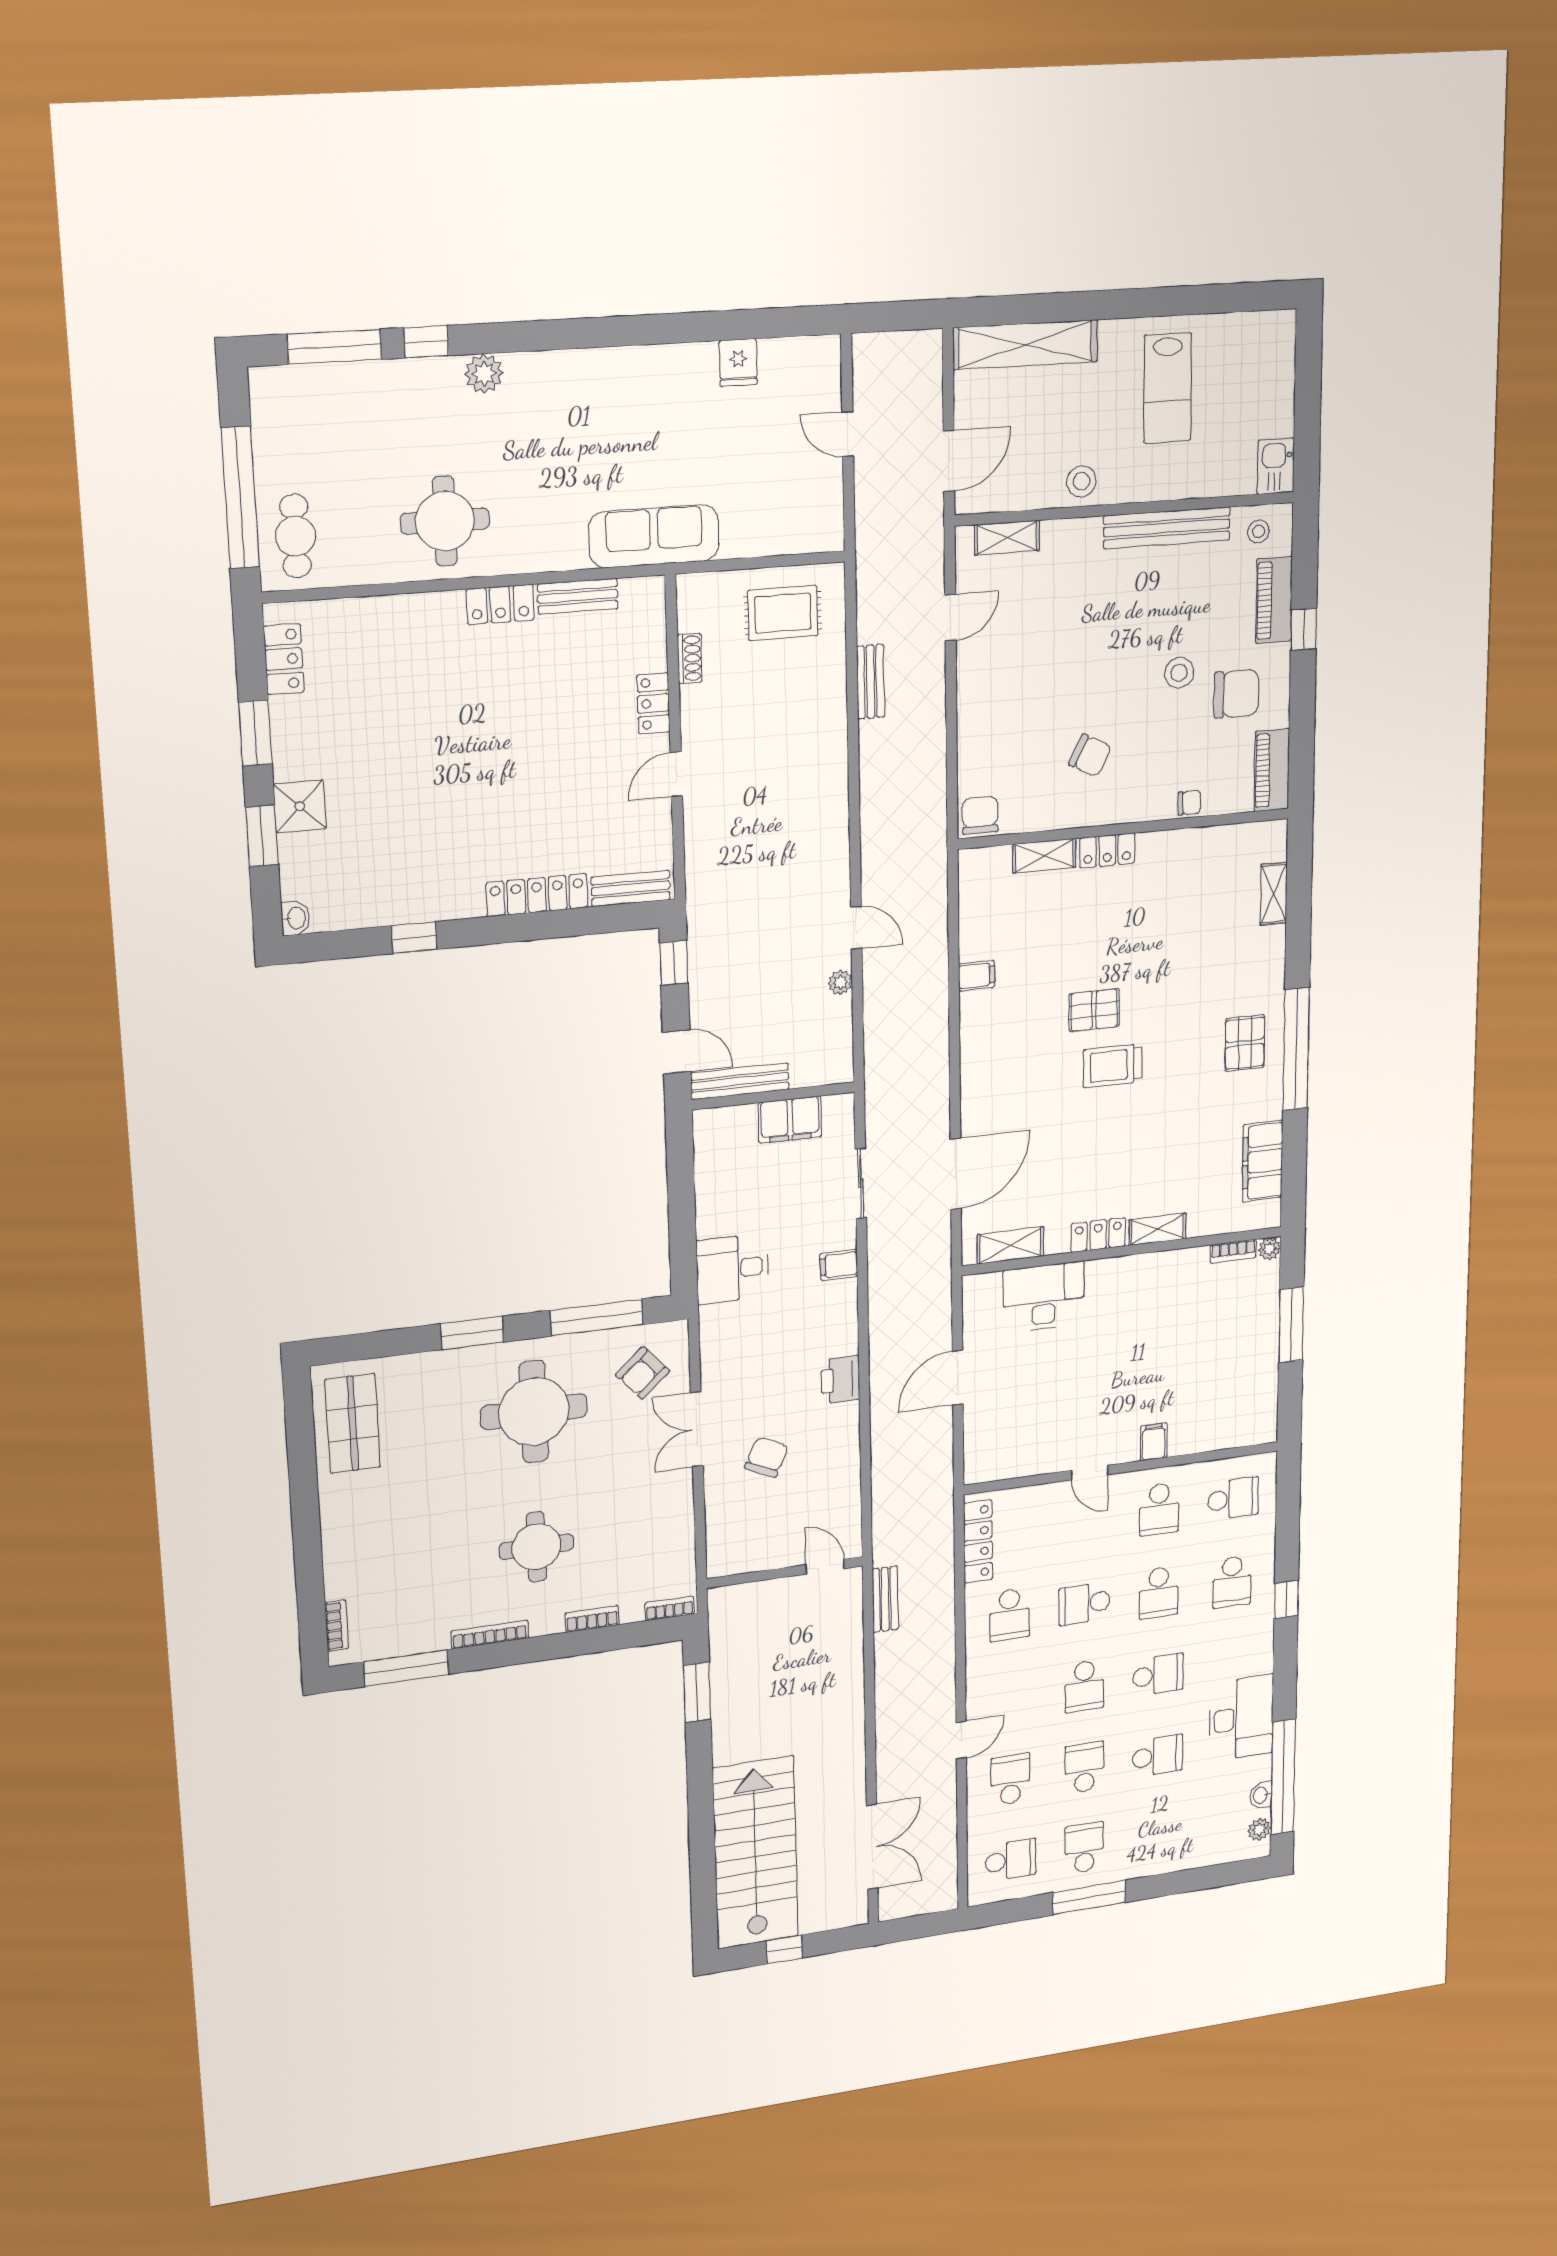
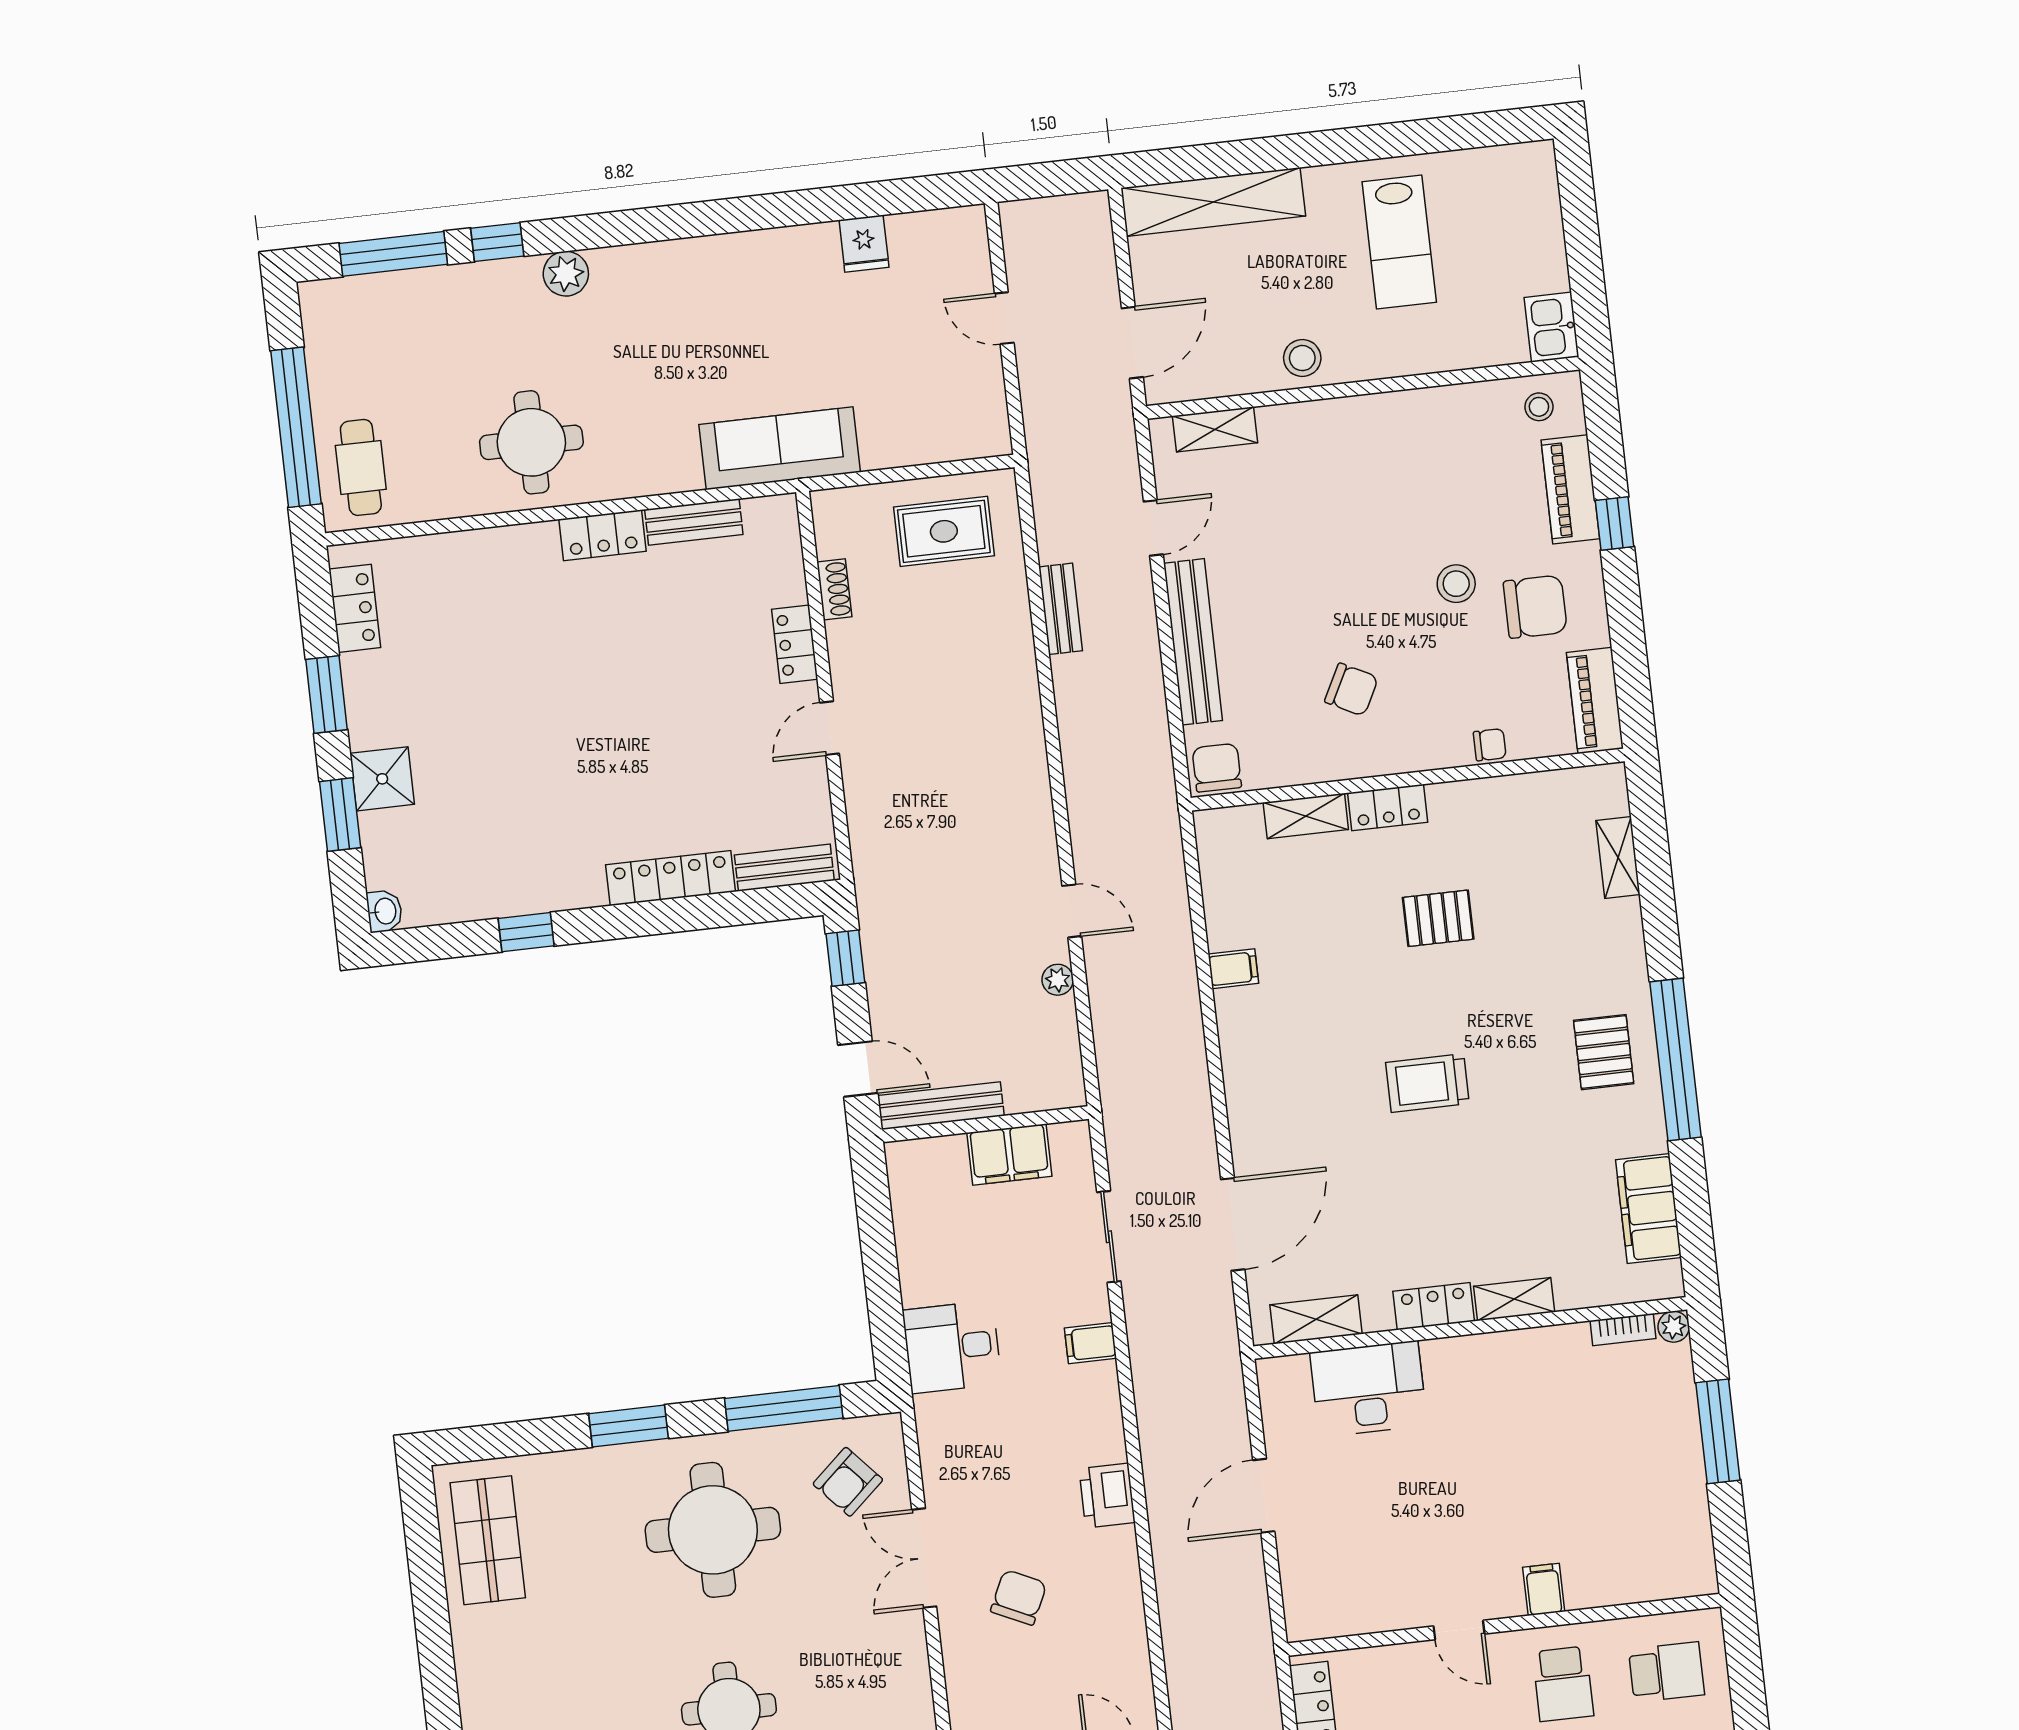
bench: (1167, 528) -> (1193, 642), moved, turned 90
pallet: (1094, 1010) -> (1438, 918), moved

